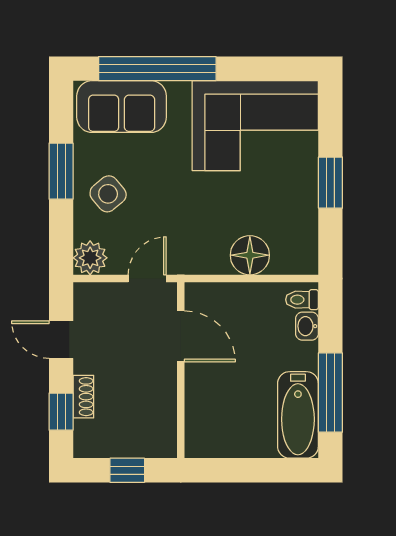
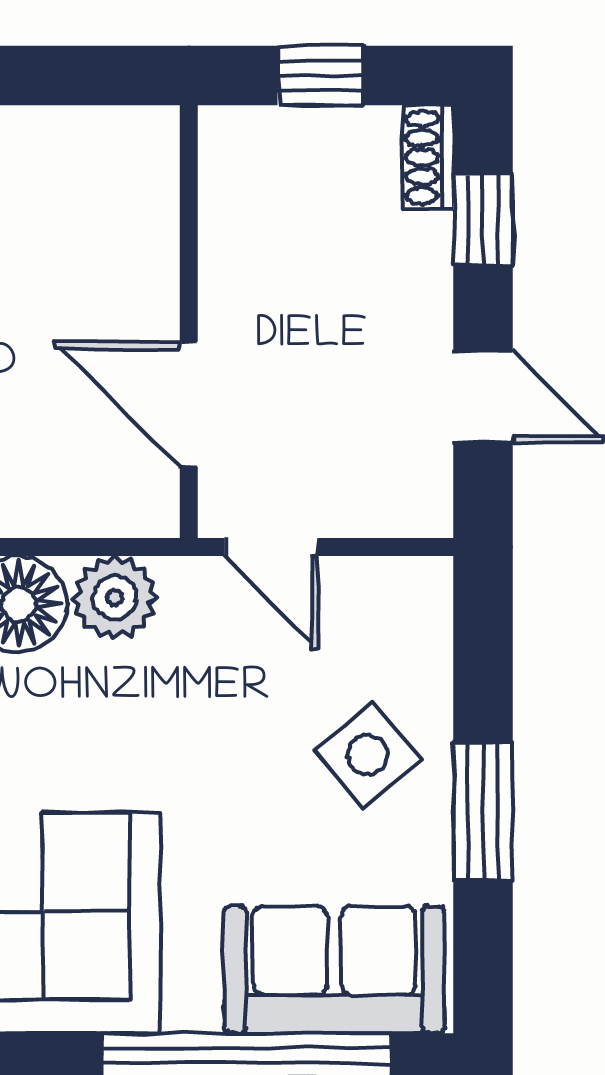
plant: (90, 258) -> (115, 598), moved
door: (147, 278) -> (271, 547), hinge flipped
shoe rack: (83, 397) -> (428, 157), moved

